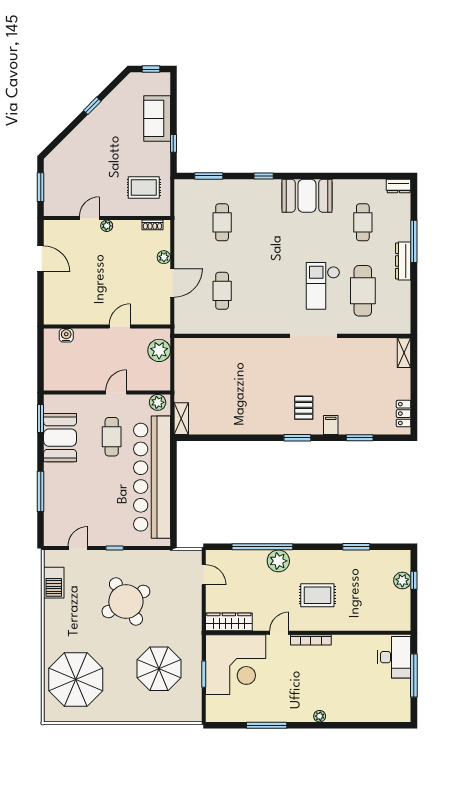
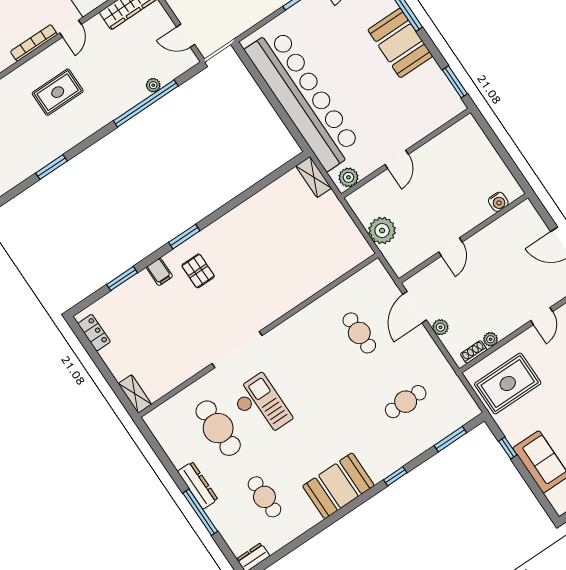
rug: (144, 188) -> (508, 384), width x1.36, depth x1.43
cafe table: (222, 222) -> (406, 402), turned 90
plant: (107, 226) -> (491, 339), moved
wall: (107, 326) -> (463, 238), moved
door: (120, 326) -> (450, 247), moved
water cooler: (66, 335) -> (498, 202), moved
cafe table: (112, 437) -> (371, 112), removed
booth: (60, 438) -> (400, 43), moved
plant: (278, 561) -> (153, 85), moved, width x0.53, depth x0.53

